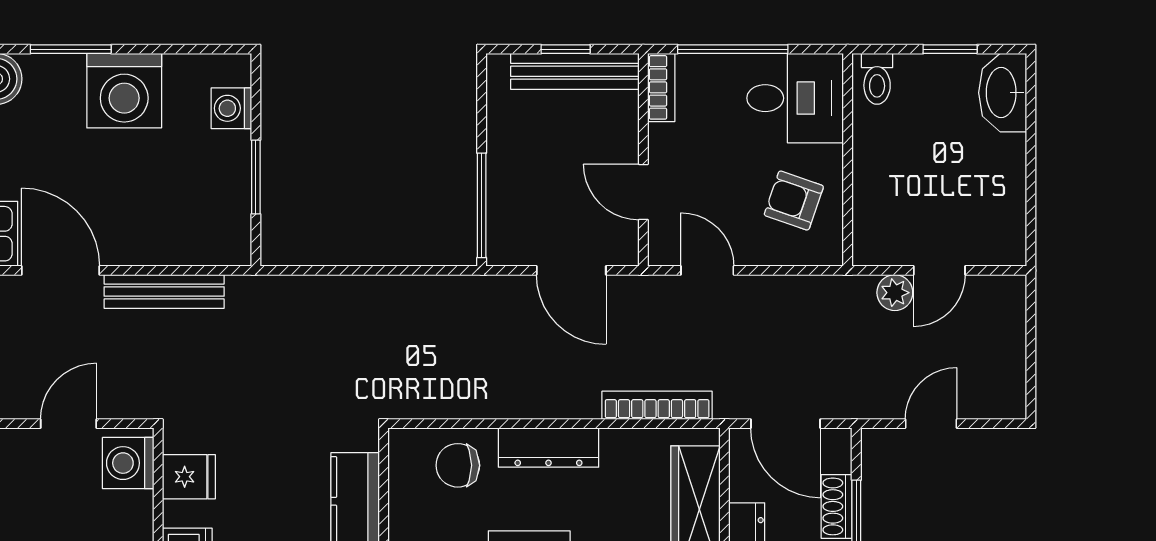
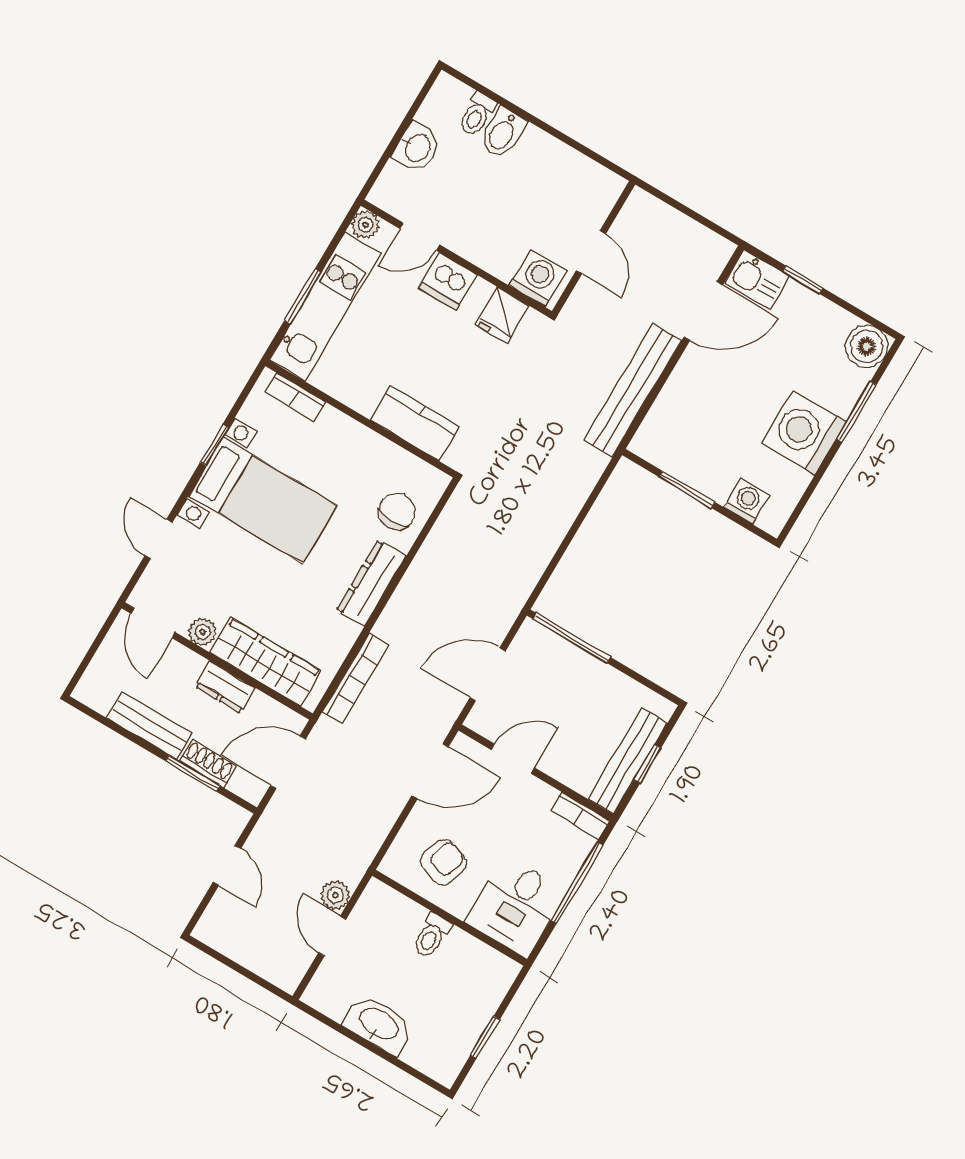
toilet: (877, 79) -> (432, 936), moved, turned -90
washbasin: (1003, 93) -> (379, 1024), moved
door: (707, 270) -> (430, 771), width x1.38
bench: (164, 291) -> (633, 390), width x1.37, depth x1.21

